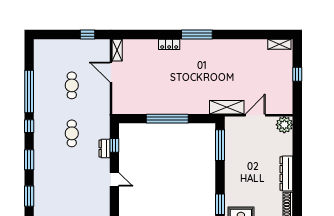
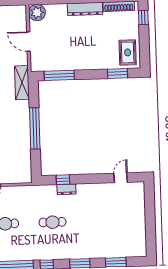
shelving: (227, 107) -> (22, 83), moved
door: (114, 179) -> (121, 178), moved

